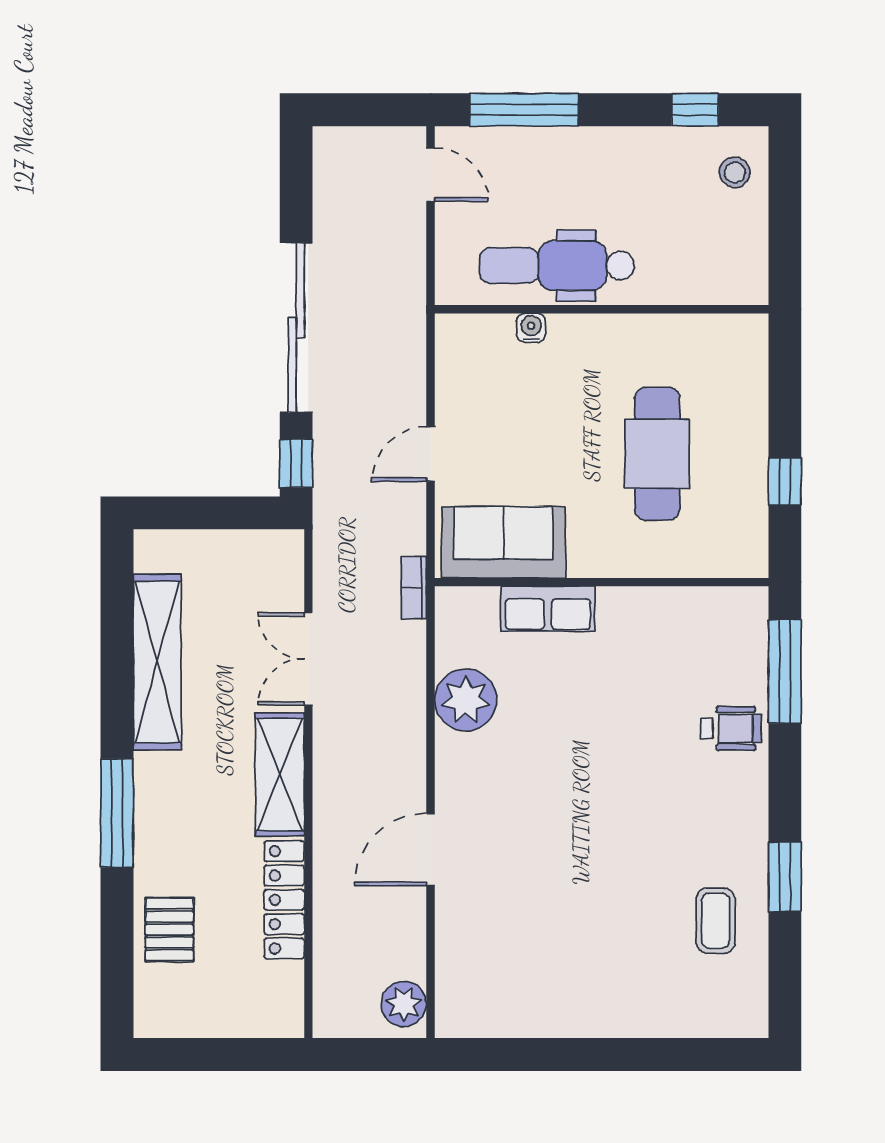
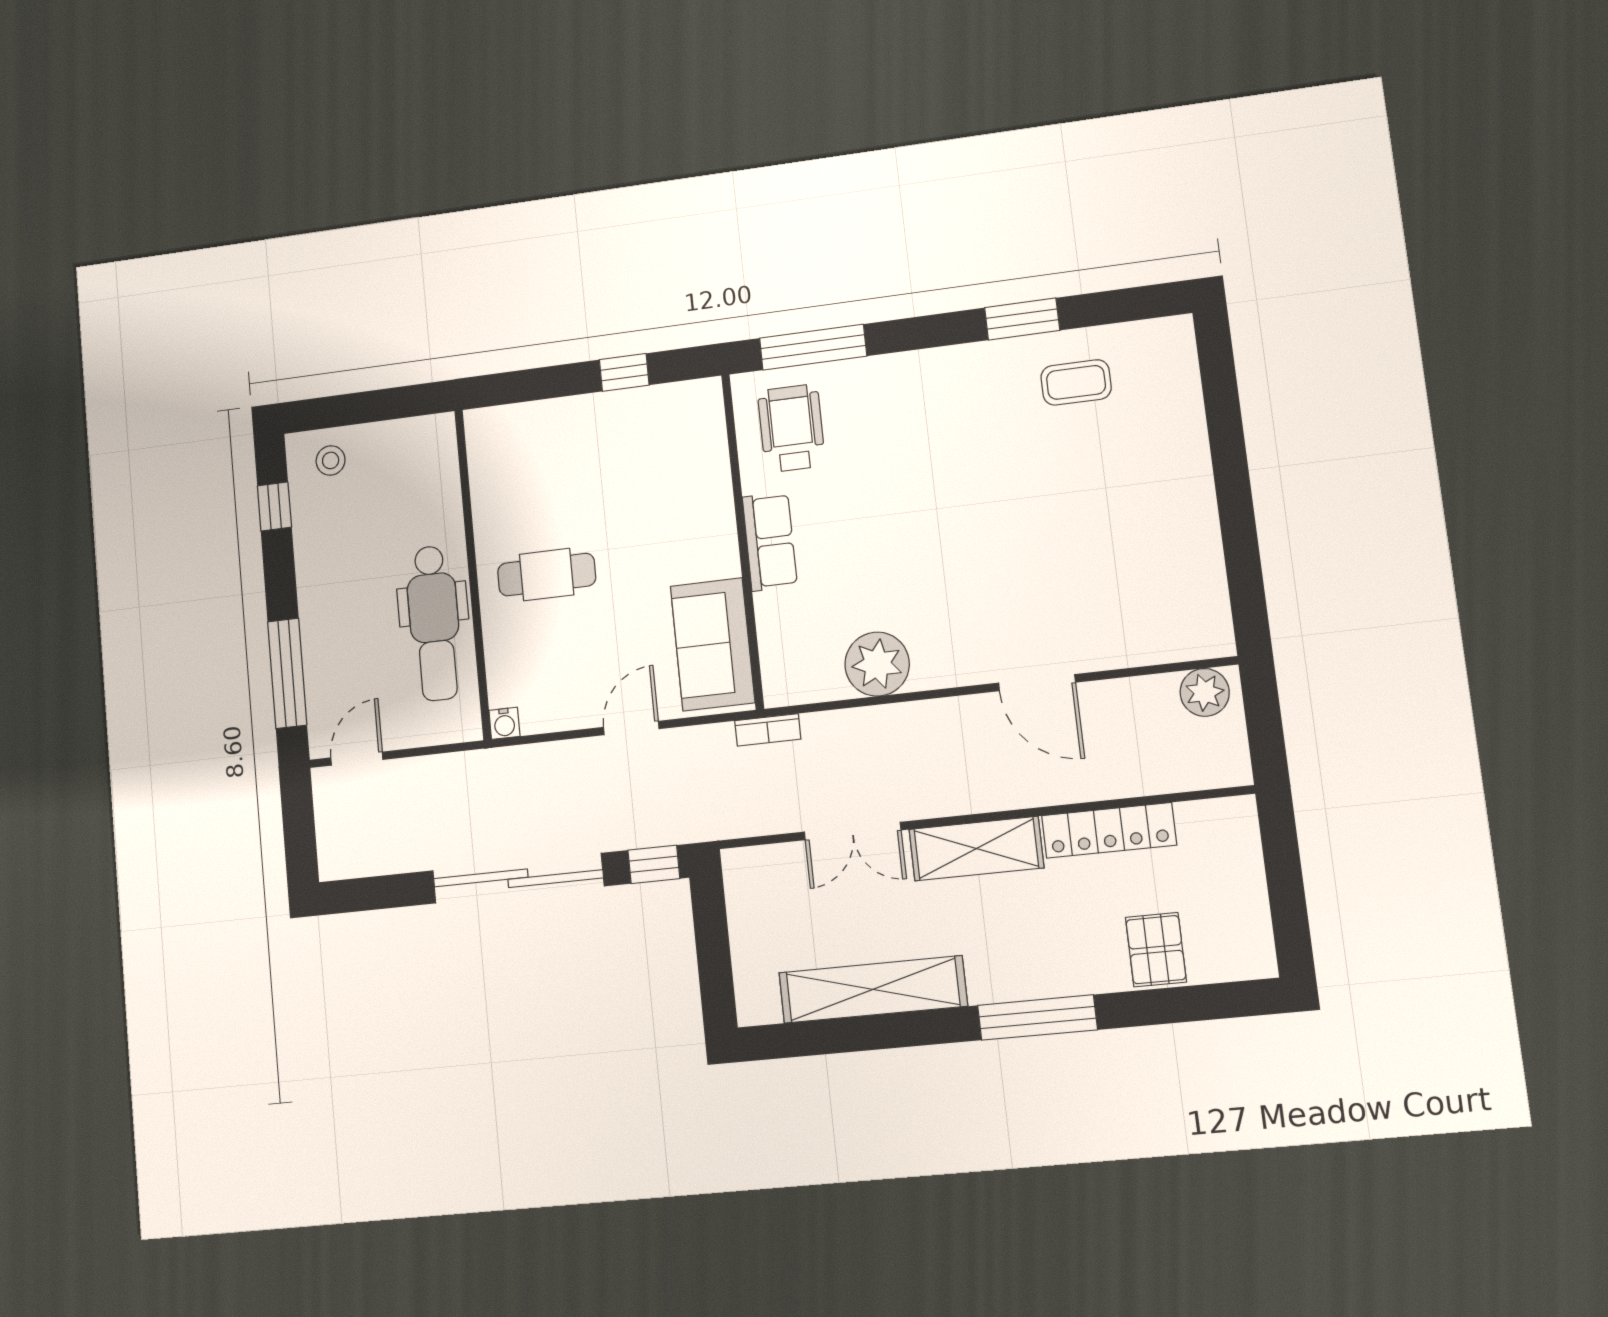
water cooler: (531, 328) -> (504, 723), moved, turned -90
door: (431, 454) -> (631, 728), swing flipped
cafe table: (657, 454) -> (547, 575), moved, width x0.73, depth x0.74
row of seats: (548, 609) -> (770, 541), moved
wheelchair: (731, 728) -> (791, 428), moved, width x1.36, depth x1.37
pallet: (169, 930) -> (1156, 950), turned 90

